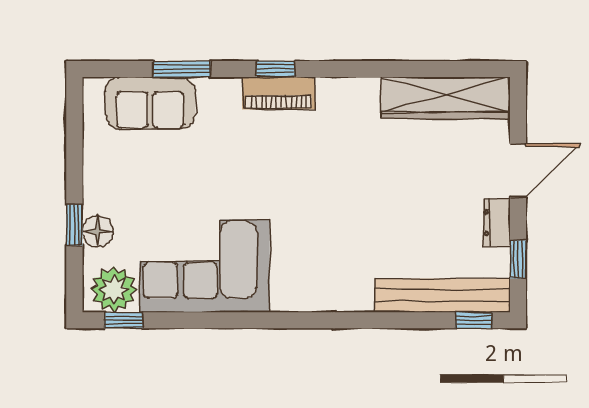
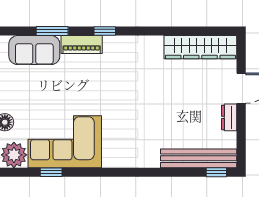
piano: (279, 93) -> (82, 45), moved
window: (518, 260) -> (241, 138), removed
window: (123, 320) -> (51, 172), moved

